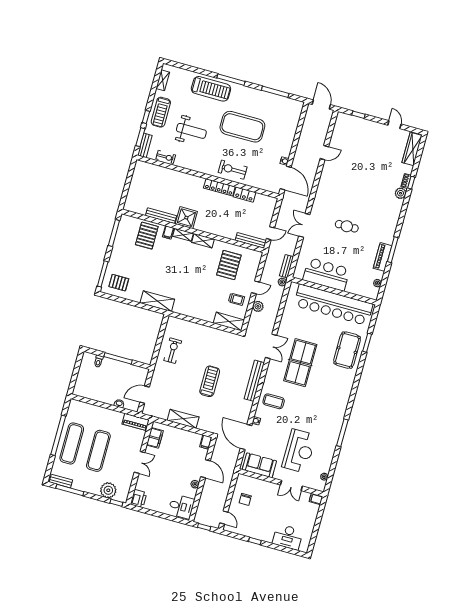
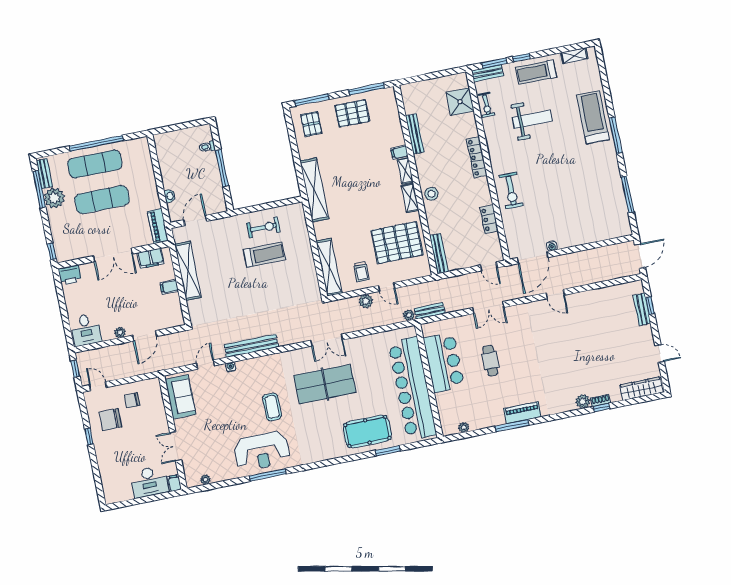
treadmill: (211, 89) -> (593, 117), turned 180
bench: (358, 121) -> (642, 309), added
door: (394, 125) -> (660, 354), hinge flipped
exercise mat: (242, 127) -> (567, 177), removed
weight bench: (191, 131) -> (532, 119), turned -90
door: (324, 153) -> (555, 294), moved
exercise bike: (233, 170) -> (511, 191), turned 180
locker: (219, 187) -> (477, 157), moved
shower: (186, 218) -> (460, 102), moved
stool: (207, 225) -> (431, 194), added
double door: (304, 225) -> (488, 308), swing flipped
cafe table: (347, 226) -> (490, 361), moved
door: (270, 233) -> (489, 266), moved
pallet: (147, 236) -> (352, 113), moved
piano: (382, 257) -> (522, 413), moved
pallet: (229, 265) -> (397, 243), width x1.37, depth x1.41
shelving: (157, 301) -> (314, 190), width x1.47
shelving: (229, 322) -> (329, 267), width x1.47
treadmill: (210, 381) -> (264, 255), moved
bench: (254, 381) -> (251, 346), moved
door: (145, 395) -> (195, 220), hinge flipped
coffee table: (274, 401) -> (272, 407), moved
shelving: (183, 419) -> (188, 271), width x1.47
door: (246, 437) -> (206, 364), width x0.53
filing cabinet: (206, 442) -> (169, 287), moved
reception desk: (299, 451) -> (262, 451), moved
double door: (140, 462) -> (113, 255), width x1.37
plant: (108, 490) -> (54, 198), moved
door: (224, 518) -> (98, 386), swing flipped
chair: (251, 521) -> (110, 420), added
desk: (288, 537) -> (149, 482), moved, turned -90

